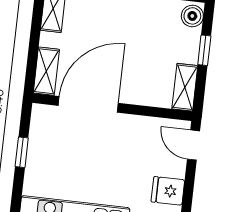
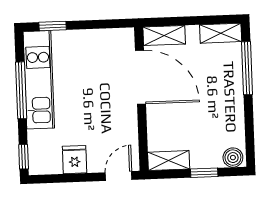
window: (22, 152) -> (53, 26), moved

